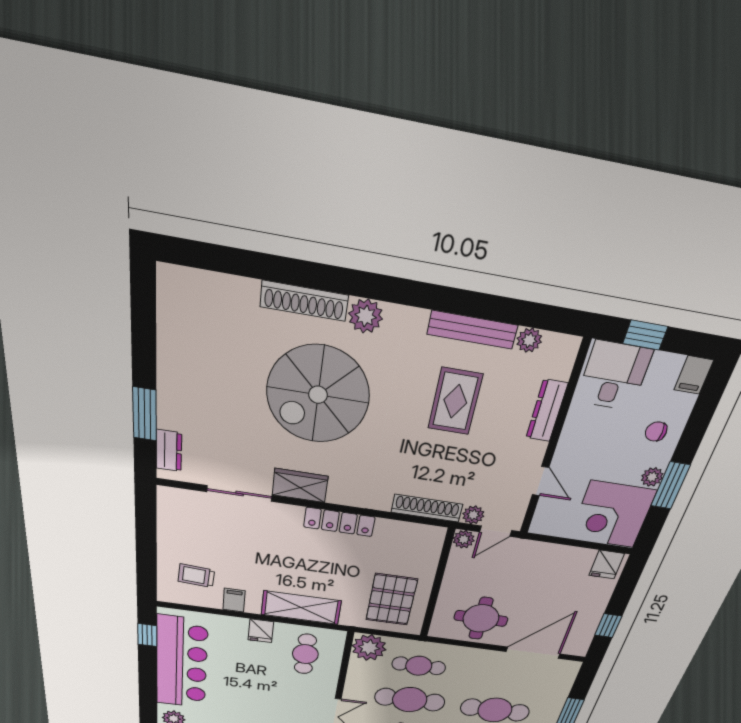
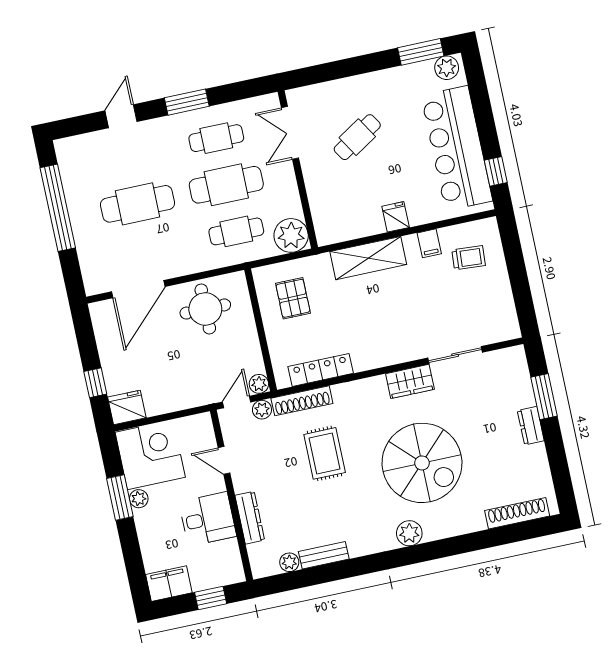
shoe rack: (304, 301) -> (517, 513), moved
bench: (472, 330) -> (324, 555), width x0.73
filing cabinet: (694, 375) -> (169, 584), width x2.00
desk: (614, 376) -> (208, 519), moved, turned -90
spiral stairs: (318, 395) -> (422, 463), turned 90
rug: (455, 401) -> (325, 453), moved
chair: (656, 432) -> (159, 535), removed
dresser: (169, 451) -> (531, 426), moved
locker: (339, 522) -> (321, 370), moved
fridge: (607, 565) -> (127, 407), width x1.38
pallet: (392, 600) -> (293, 298), width x0.67, depth x0.71
window: (608, 626) -> (95, 383), moved
cafe table: (305, 654) -> (357, 137), moved, turned 58

